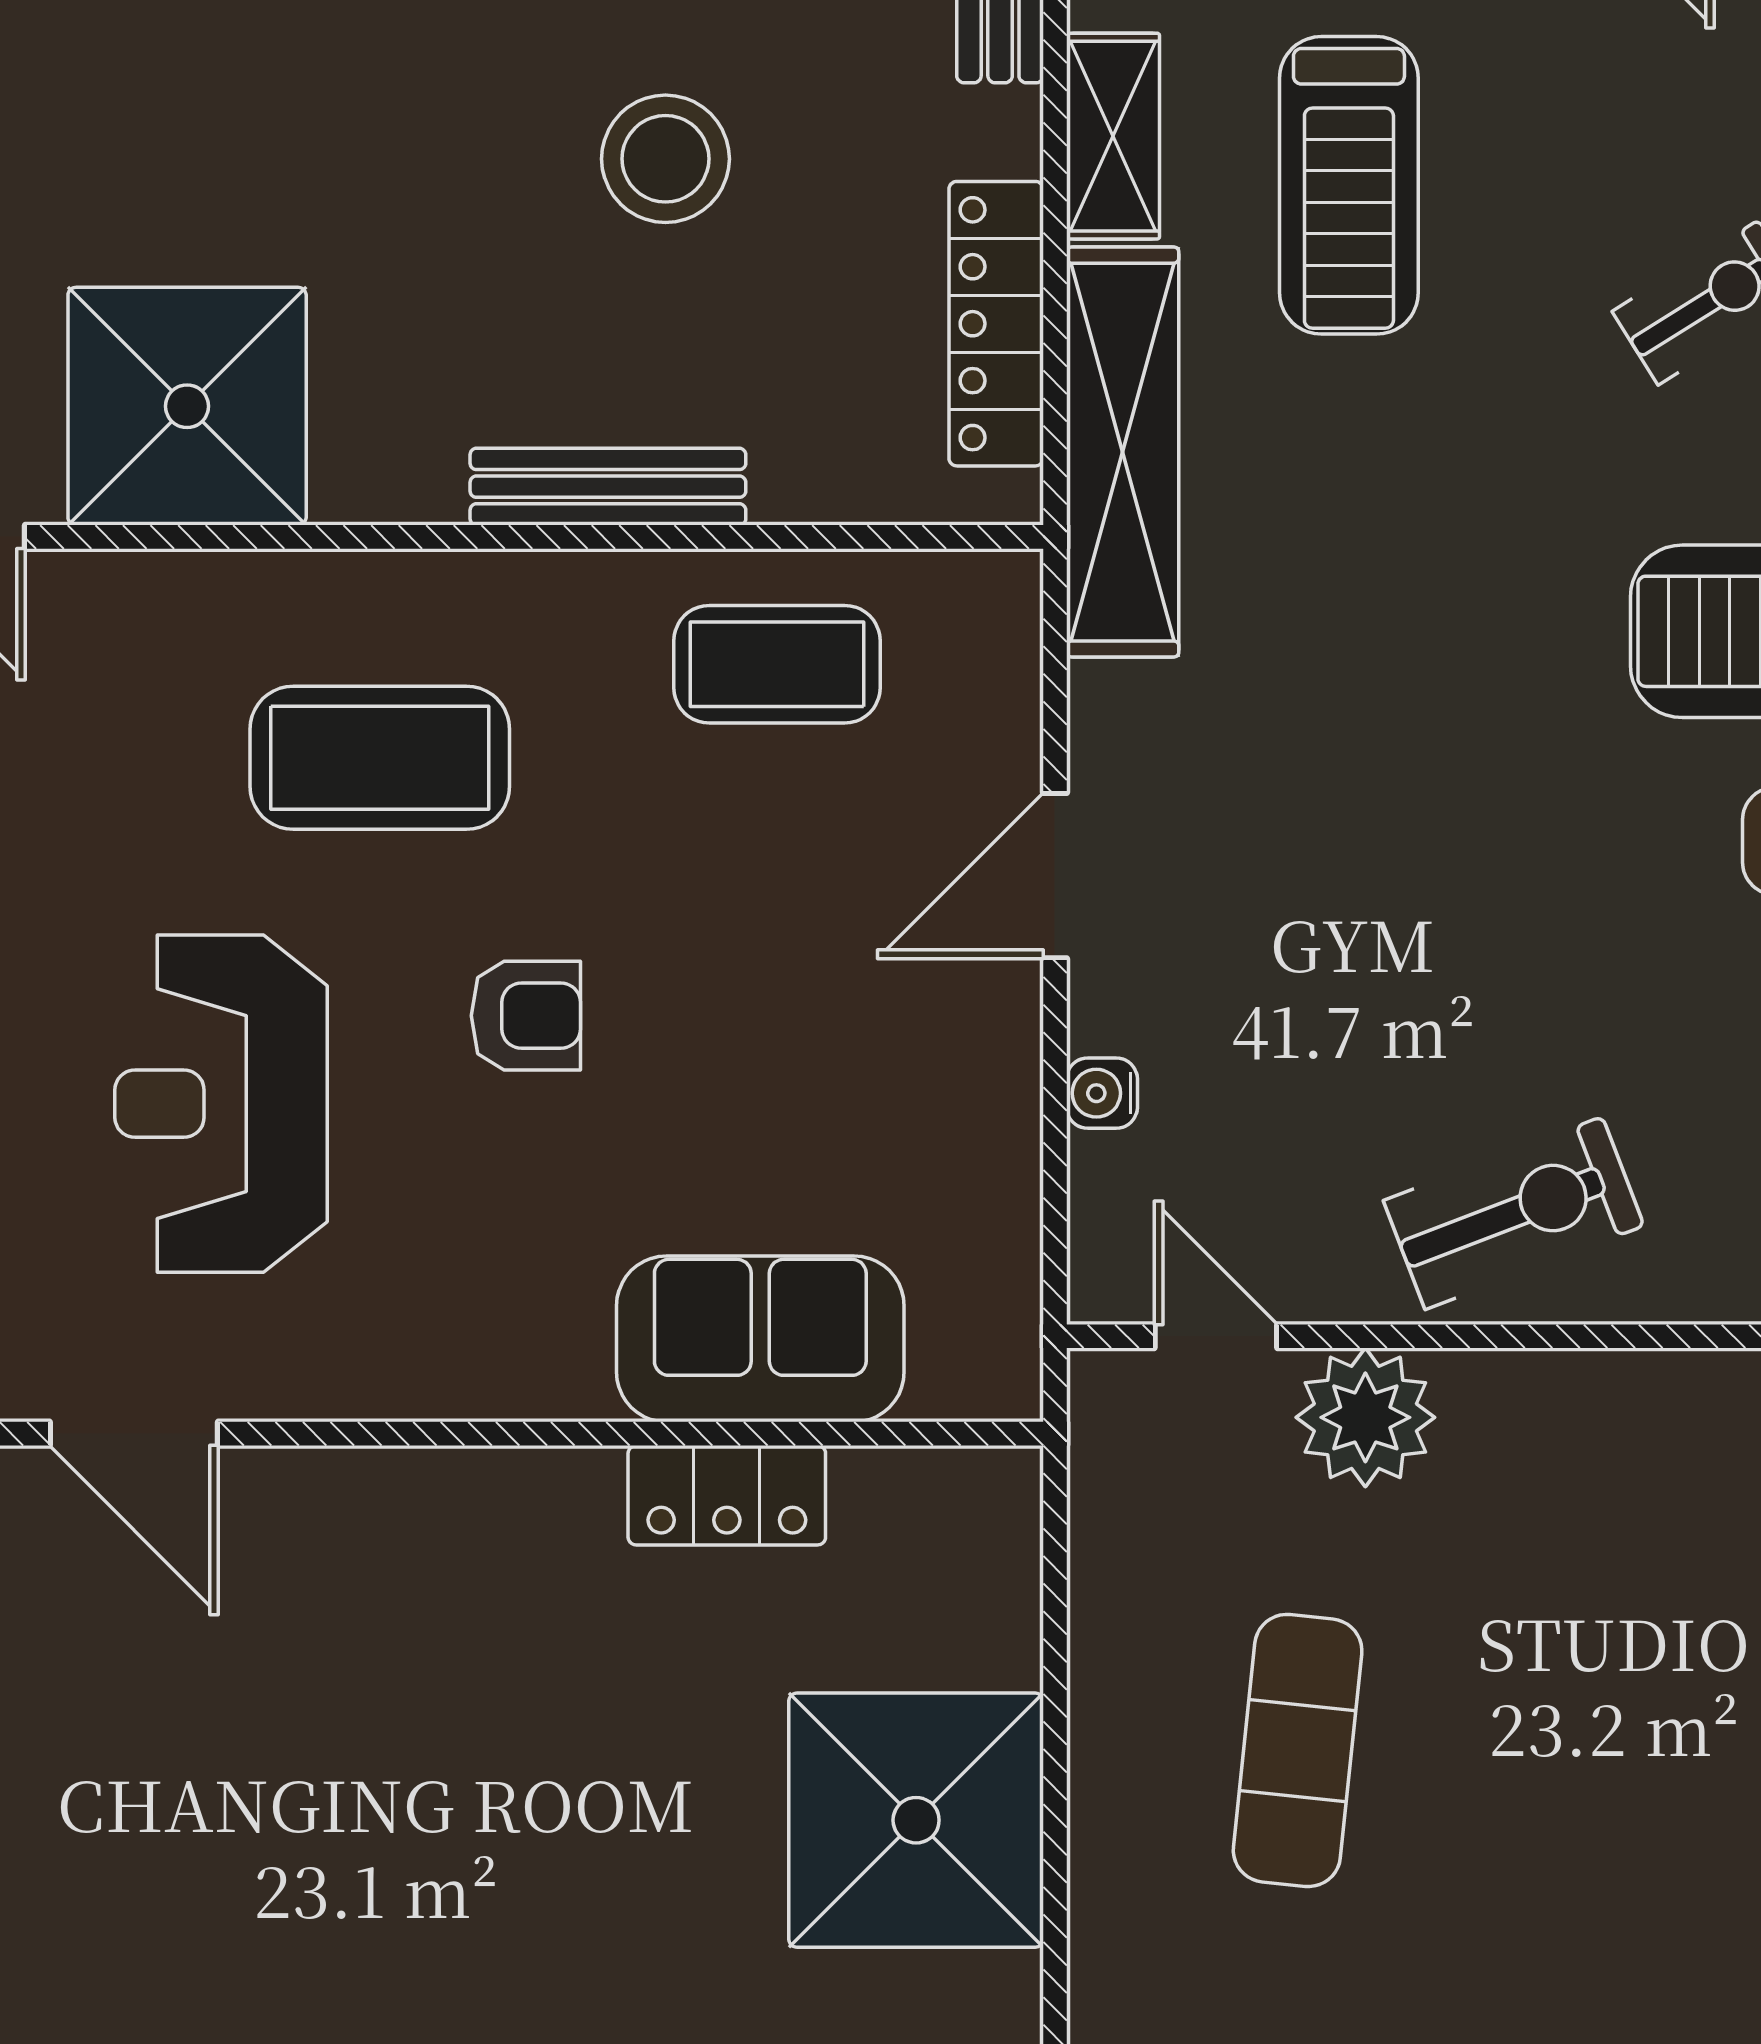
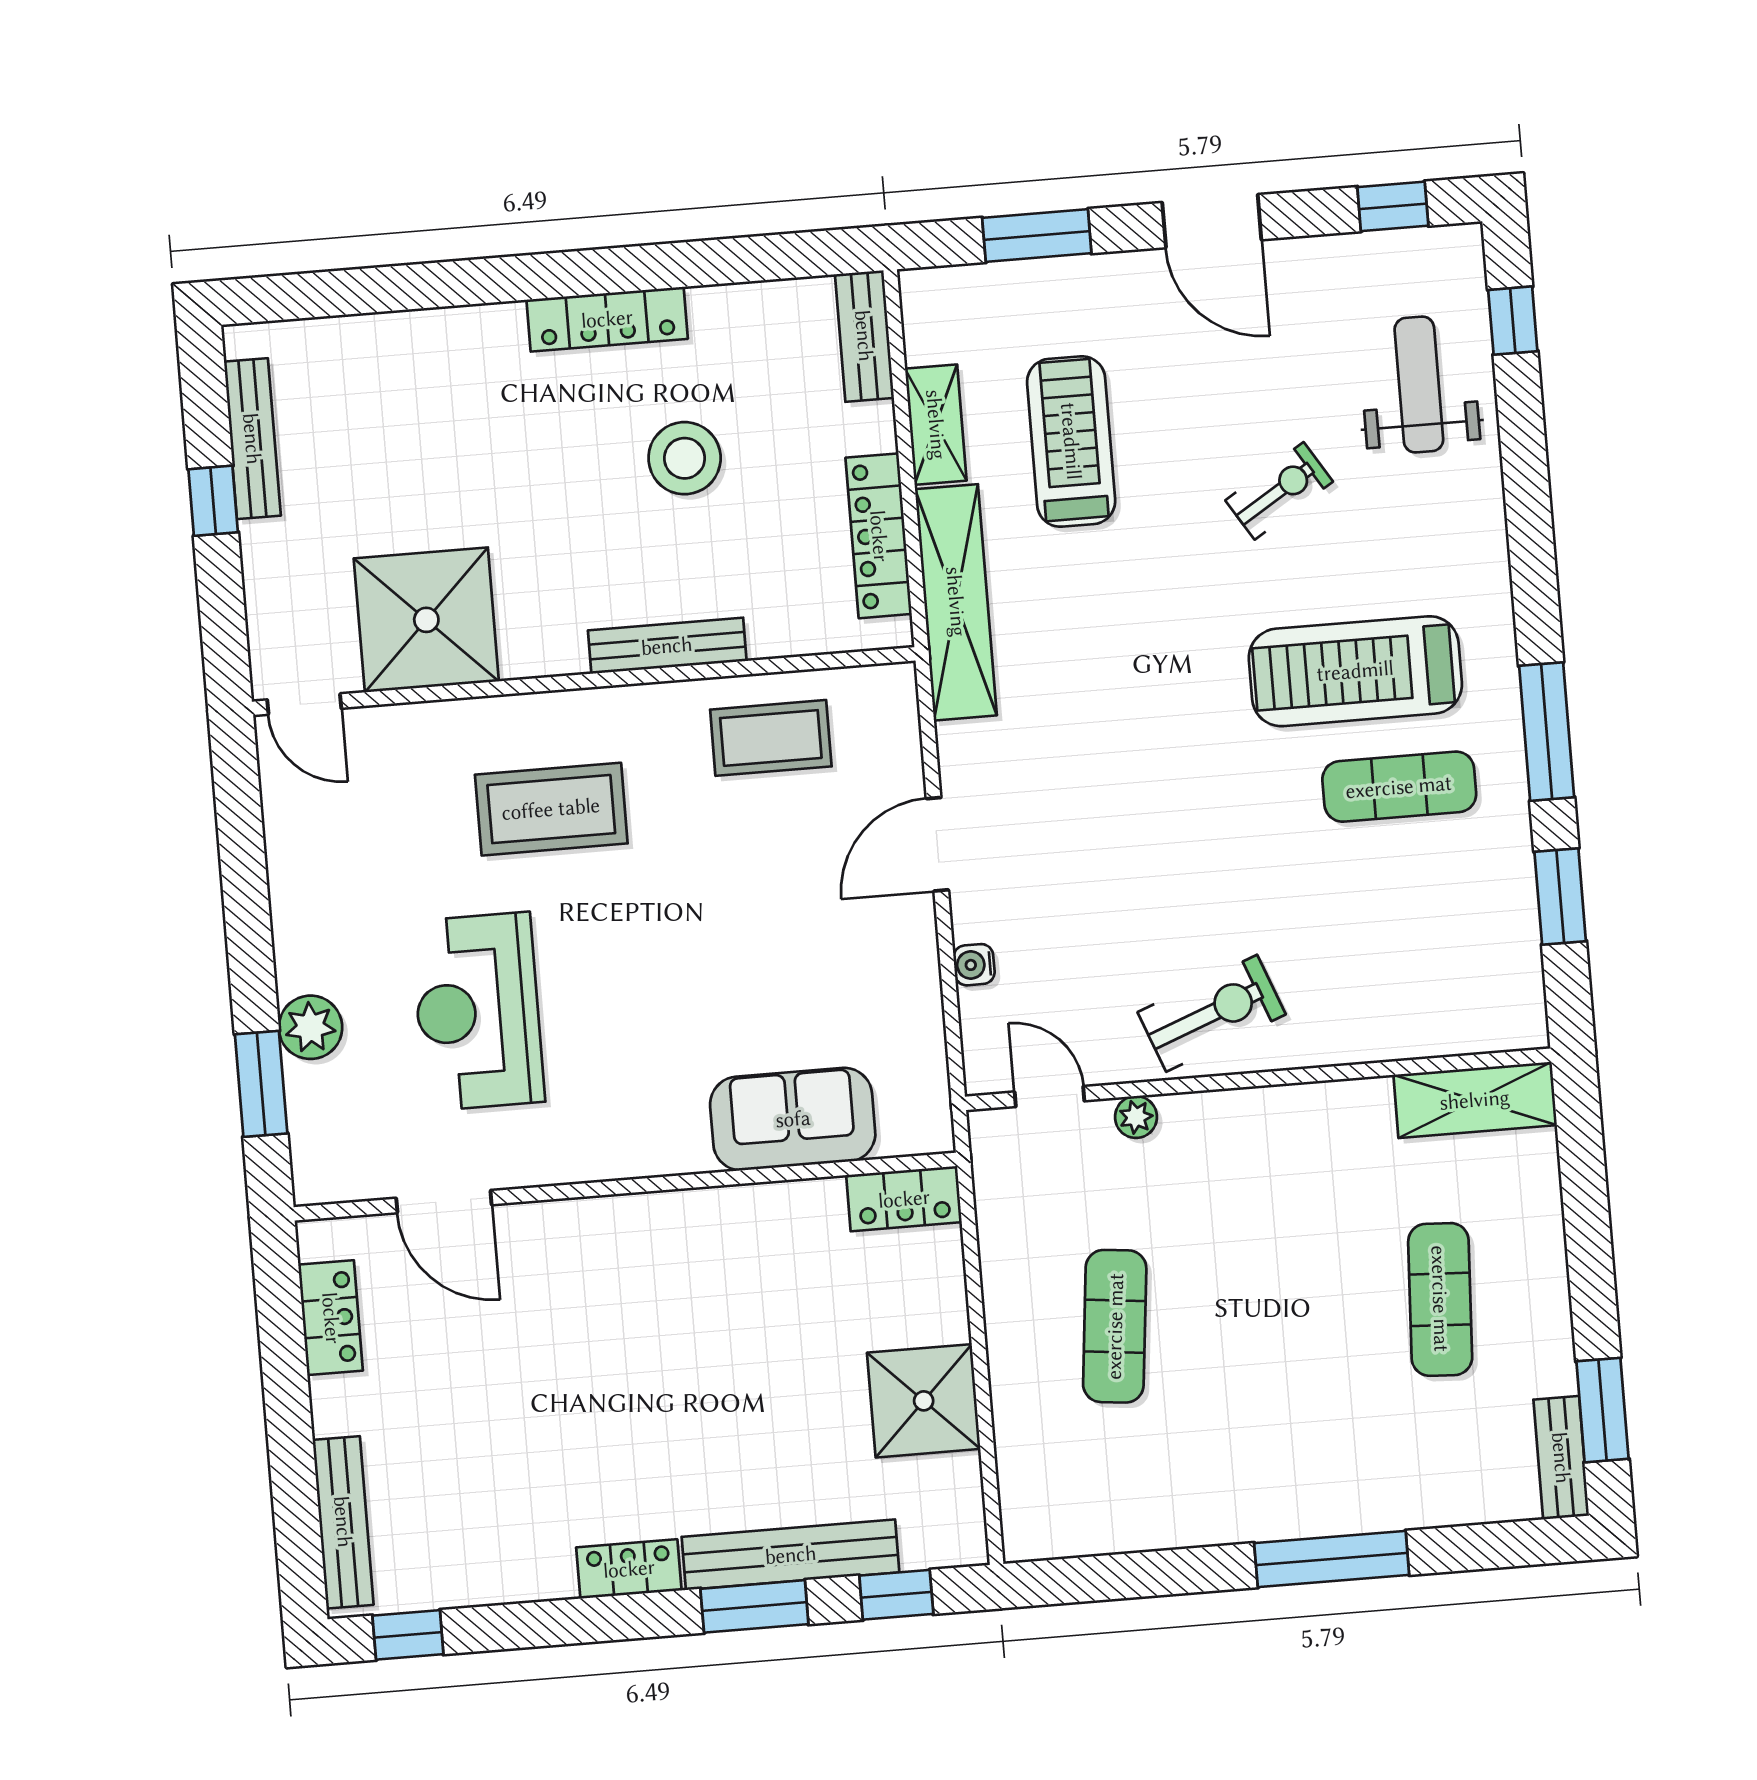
treadmill: (1349, 185) -> (1071, 441), turned 180
armchair: (526, 1016) -> (646, 948), removed
plant: (1365, 1417) -> (1136, 1117), width x0.53, depth x0.53
locker: (727, 1495) -> (904, 1199), moved
shower: (916, 1820) -> (924, 1401), width x0.73, depth x0.73

